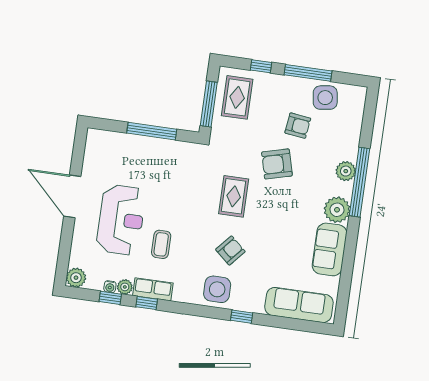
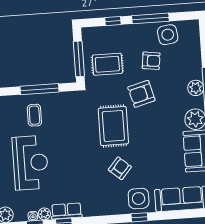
rug: (237, 97) -> (107, 64), moved, turned 90
rug: (234, 196) -> (113, 126), width x1.36, depth x1.43
coffee table: (161, 244) -> (34, 115), moved
side table: (217, 289) -> (139, 199), moved

